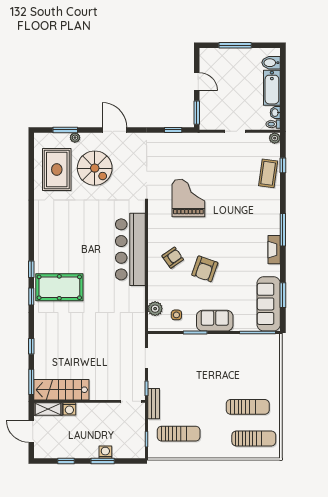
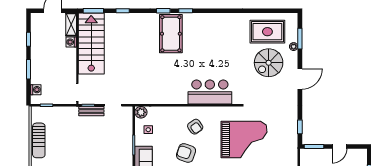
grand piano: (188, 198) -> (244, 140), width x1.37, depth x1.48
bar counter: (130, 249) -> (210, 92), width x0.73
plant: (155, 309) -> (141, 112), moved
stairs: (61, 390) -> (91, 44), width x1.36, depth x1.51
bench: (154, 404) -> (91, 111), moved
sun lounger: (179, 434) -> (39, 140), moved
washing machine: (105, 452) -> (36, 90), moved

